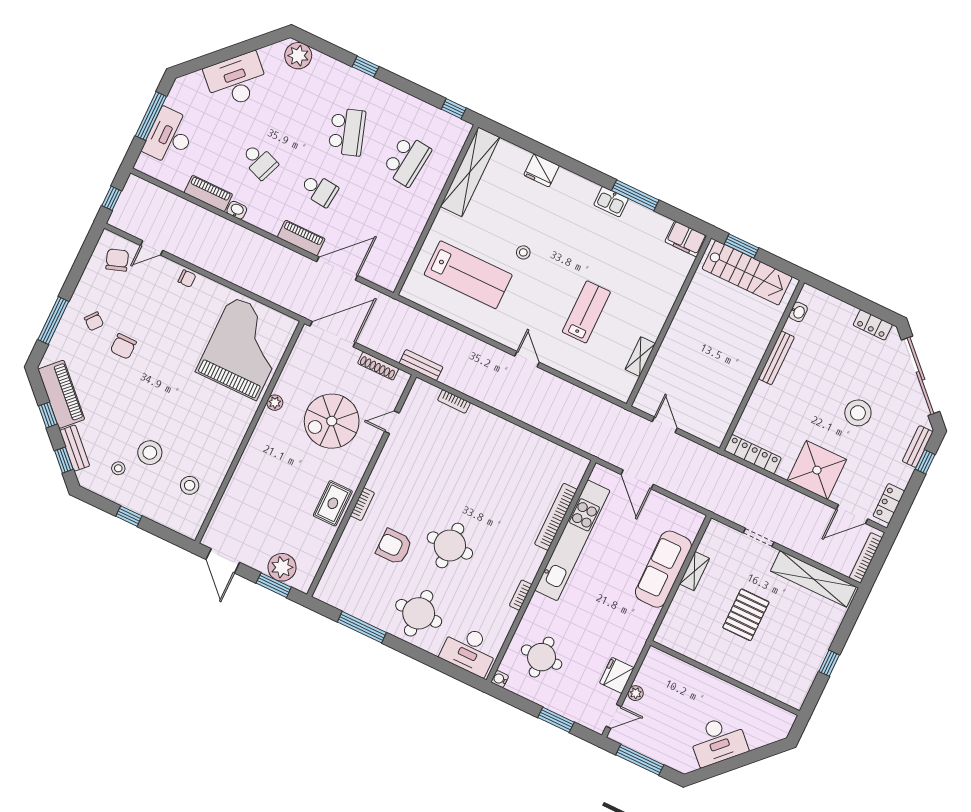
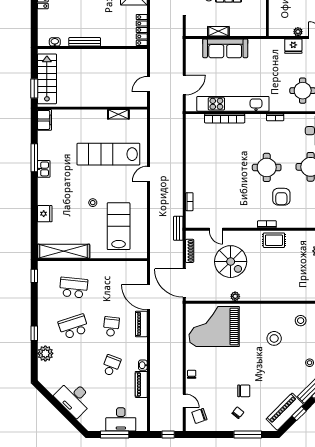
plant: (298, 56) -> (45, 353), moved
lab bench: (586, 312) -> (108, 154), width x1.86, depth x1.39
stool: (150, 453) -> (274, 338), moved

